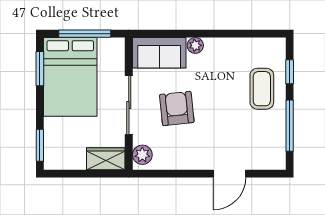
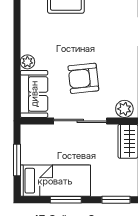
window: (85, 34) -> (17, 160), width x0.69
window: (40, 69) -> (66, 200), moved
bed: (70, 77) -> (55, 181), width x0.67

